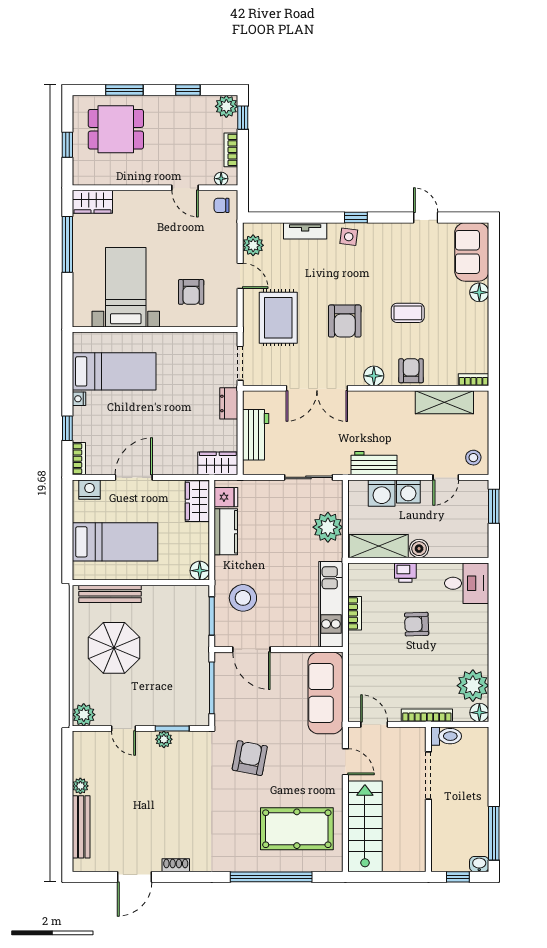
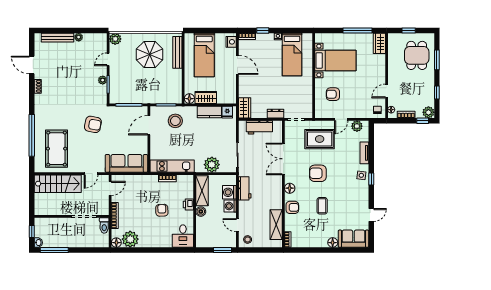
wardrobe: (197, 501) -> (206, 97), moved

